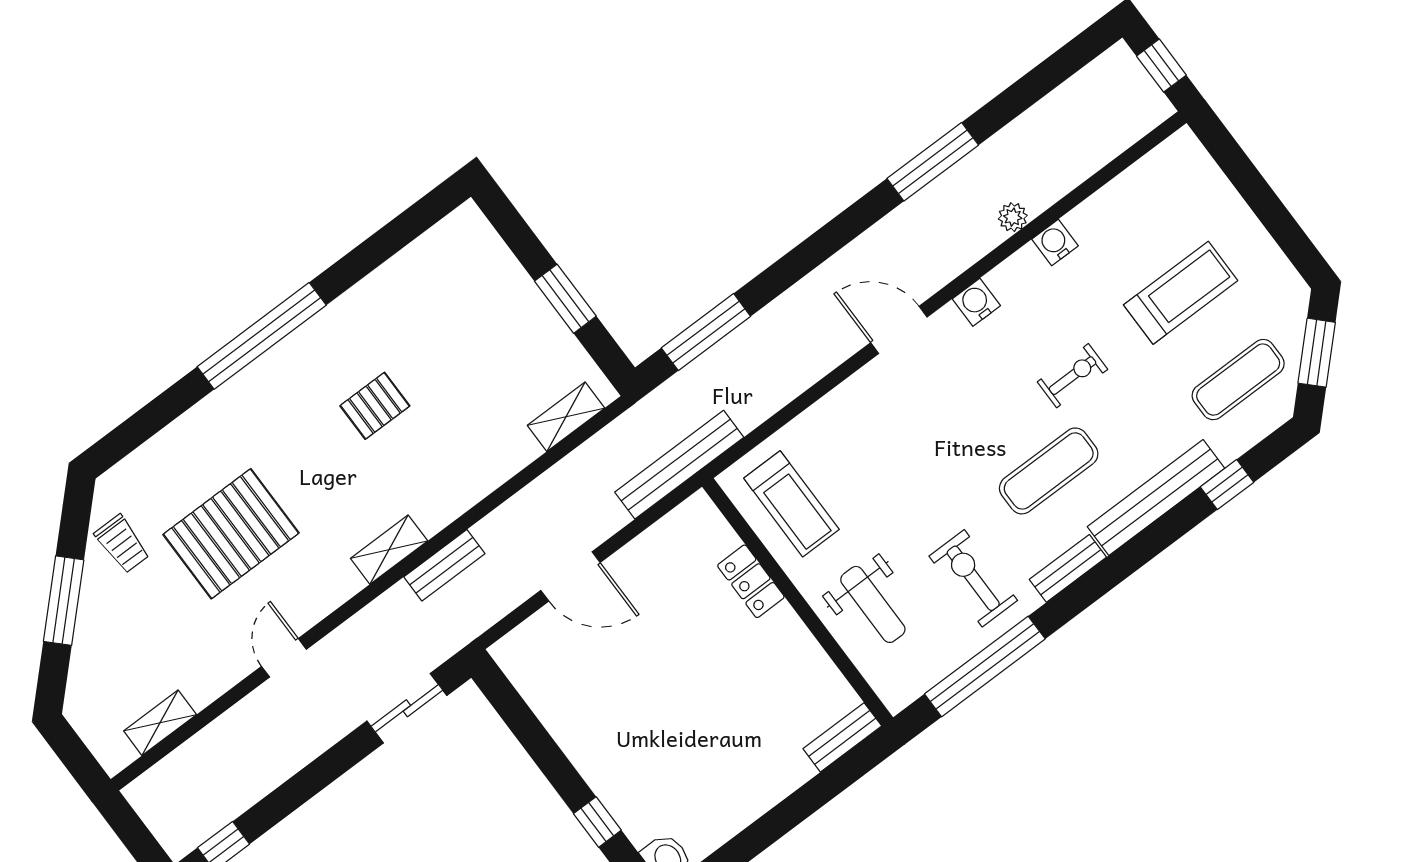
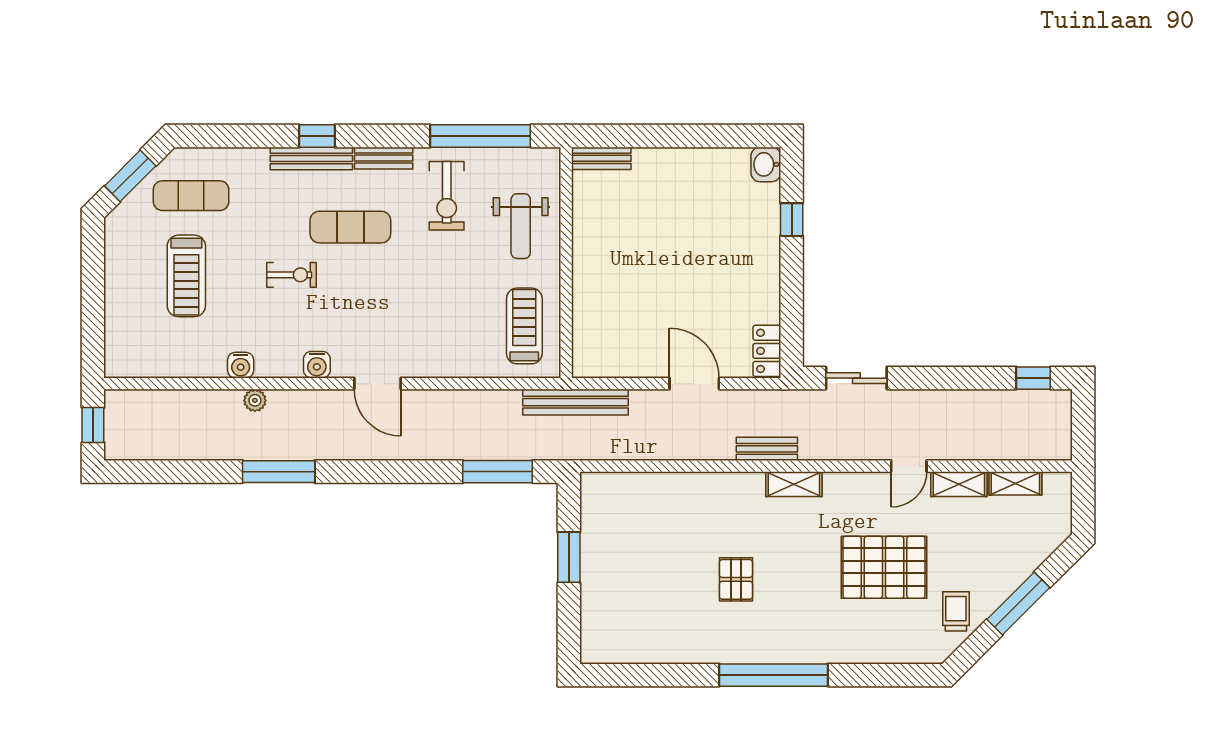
treadmill: (1181, 293) -> (186, 276), turned -90
exercise bike: (1073, 376) -> (291, 275), turned 180
pallet: (375, 406) -> (736, 579), turned 90
shelving: (566, 417) -> (959, 484), moved
window: (1227, 485) -> (317, 136), moved
bench: (1156, 498) -> (311, 158), width x0.73, depth x0.82
locker: (751, 581) -> (767, 351), moved, turned 180
weight bench: (873, 604) -> (521, 226), turned 180

